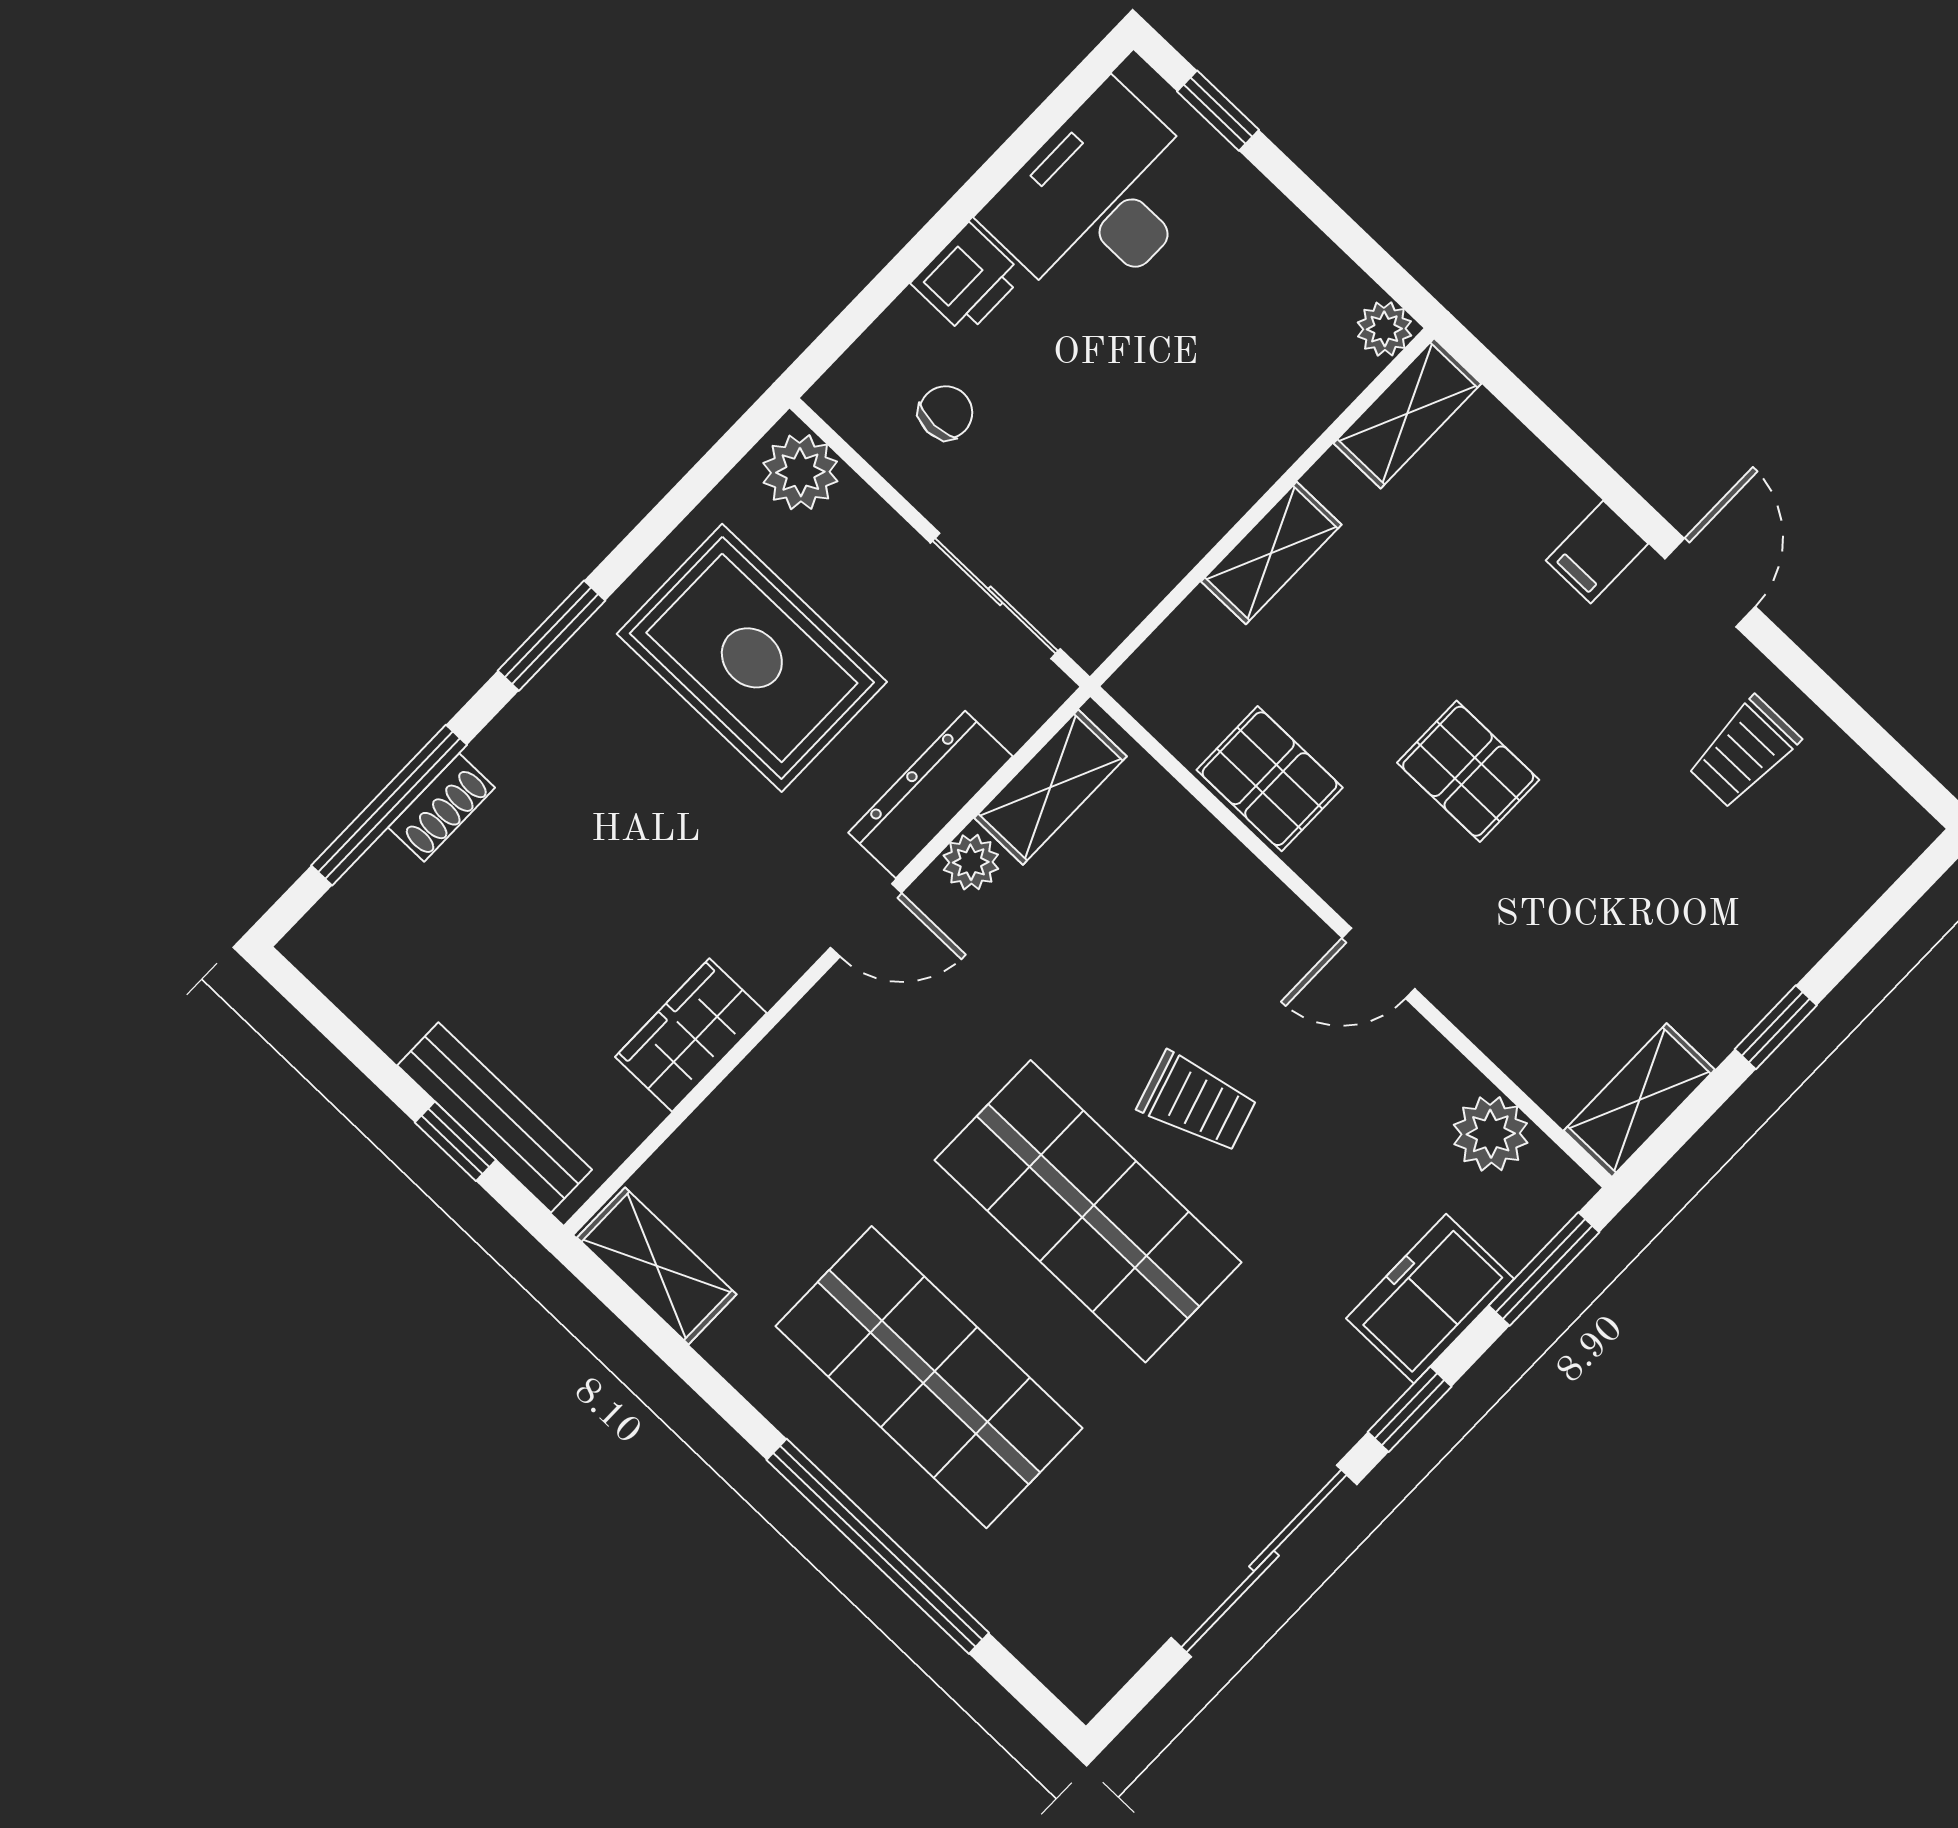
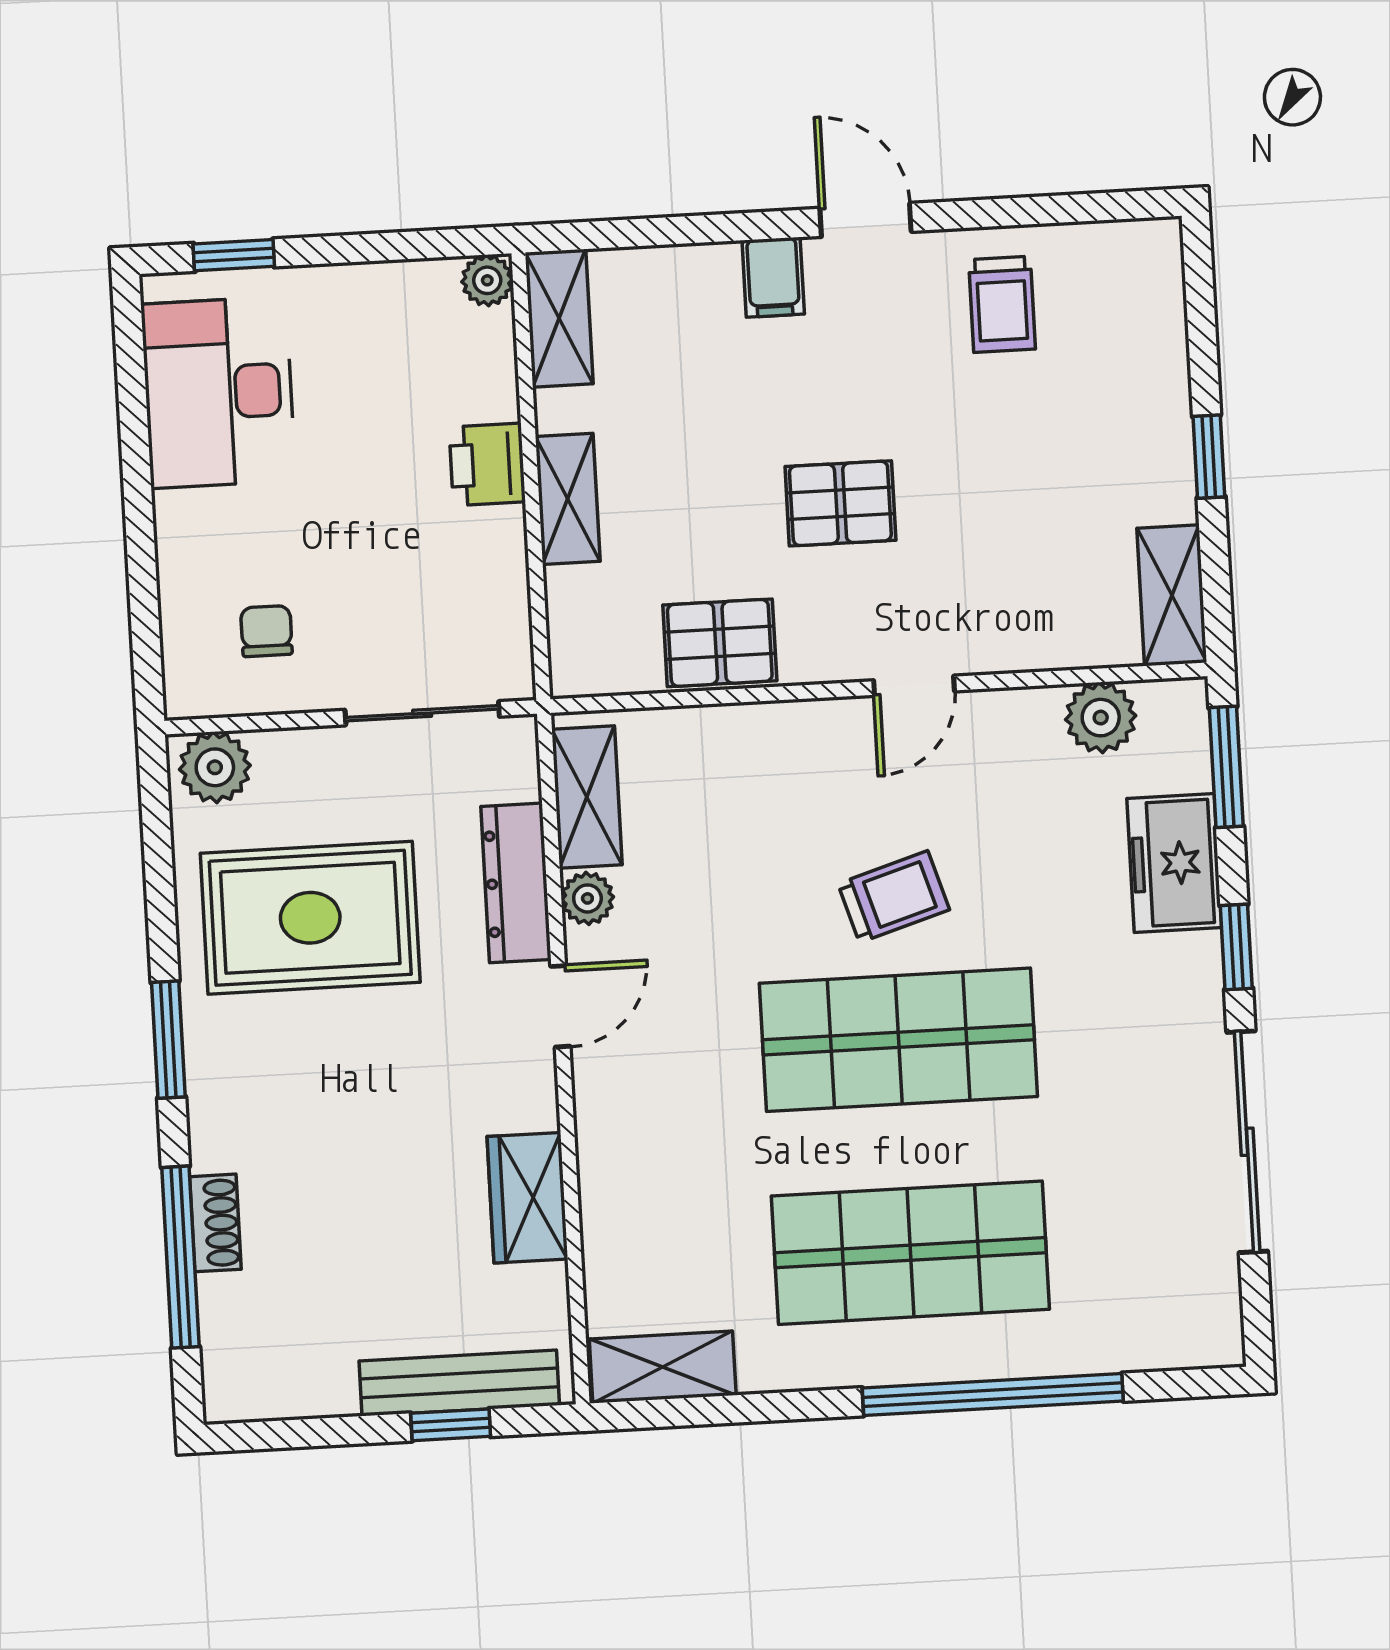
printer: (967, 279) -> (487, 464), moved, turned 180

